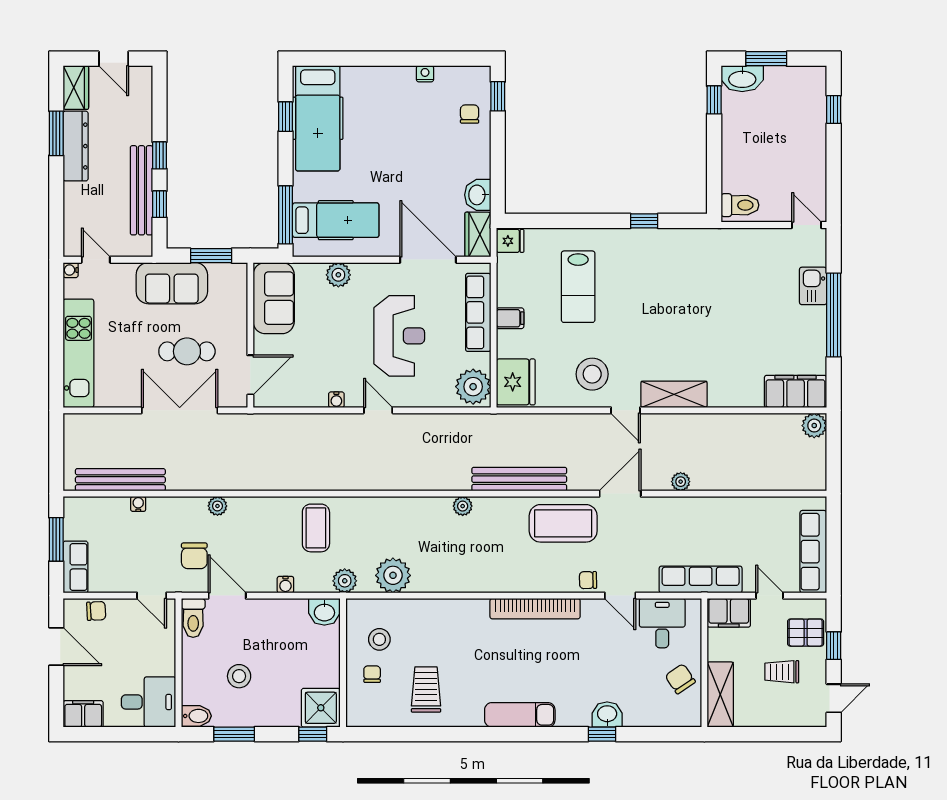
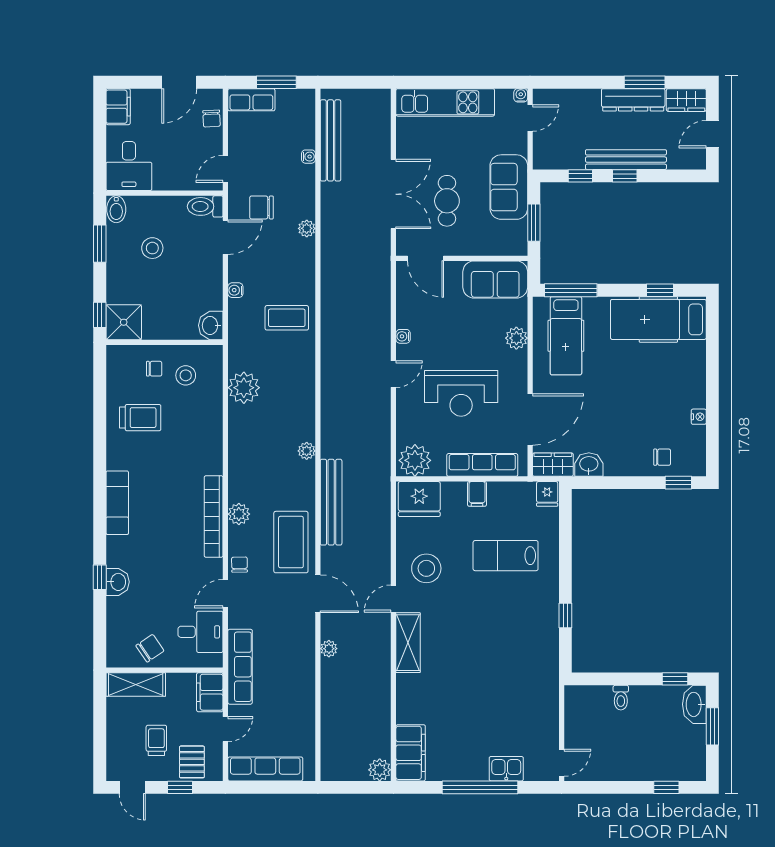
bench: (141, 190) -> (626, 160), moved
toilet: (740, 205) -> (621, 698), moved, width x0.73, depth x0.72
plant: (345, 581) -> (239, 514), moved

